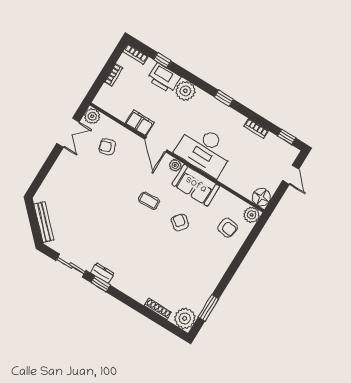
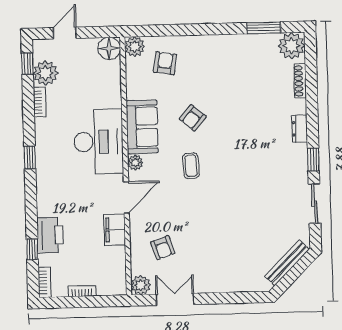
plant: (185, 91) -> (45, 73), moved
dresser: (102, 273) -> (300, 129), moved

